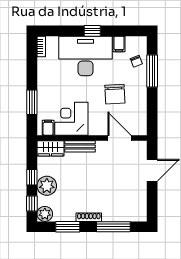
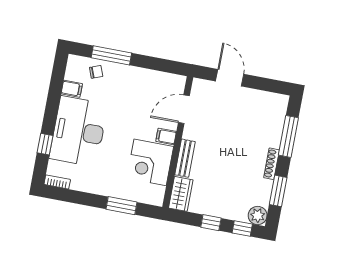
window: (92, 31) -> (45, 144), moved
chair: (115, 94) -> (130, 105), removed
filing cabinet: (48, 128) -> (166, 136), moved
plant: (47, 186) -> (225, 207), removed

